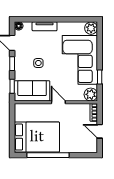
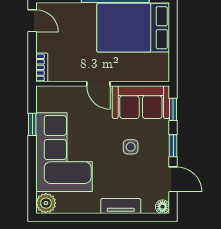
plant: (91, 94) -> (46, 96), removed
door: (100, 131) -> (32, 21), moved

